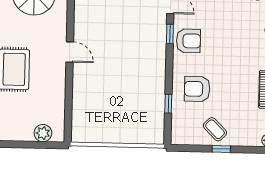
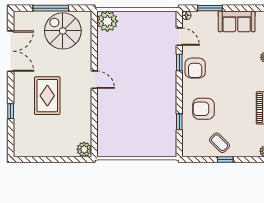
armchair: (188, 41) -> (195, 68), turned 90
plant: (43, 133) -> (84, 149), moved

